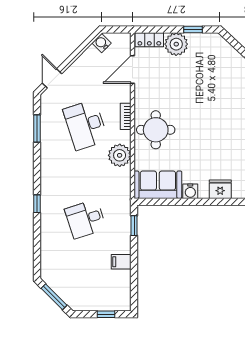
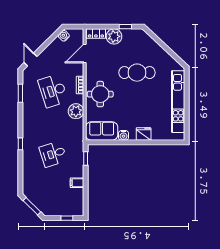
cafe table: (210, 98) -> (137, 73), added

